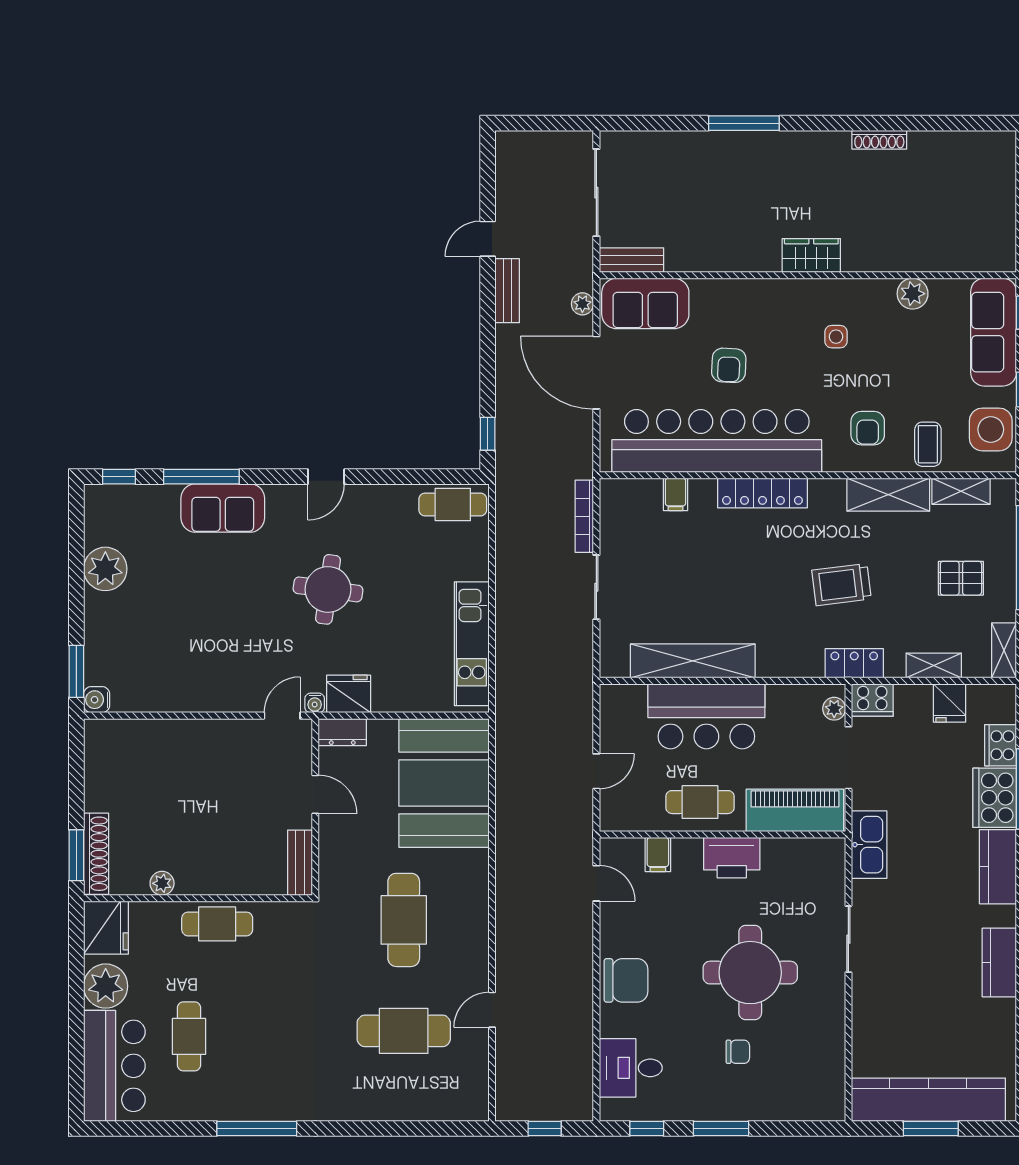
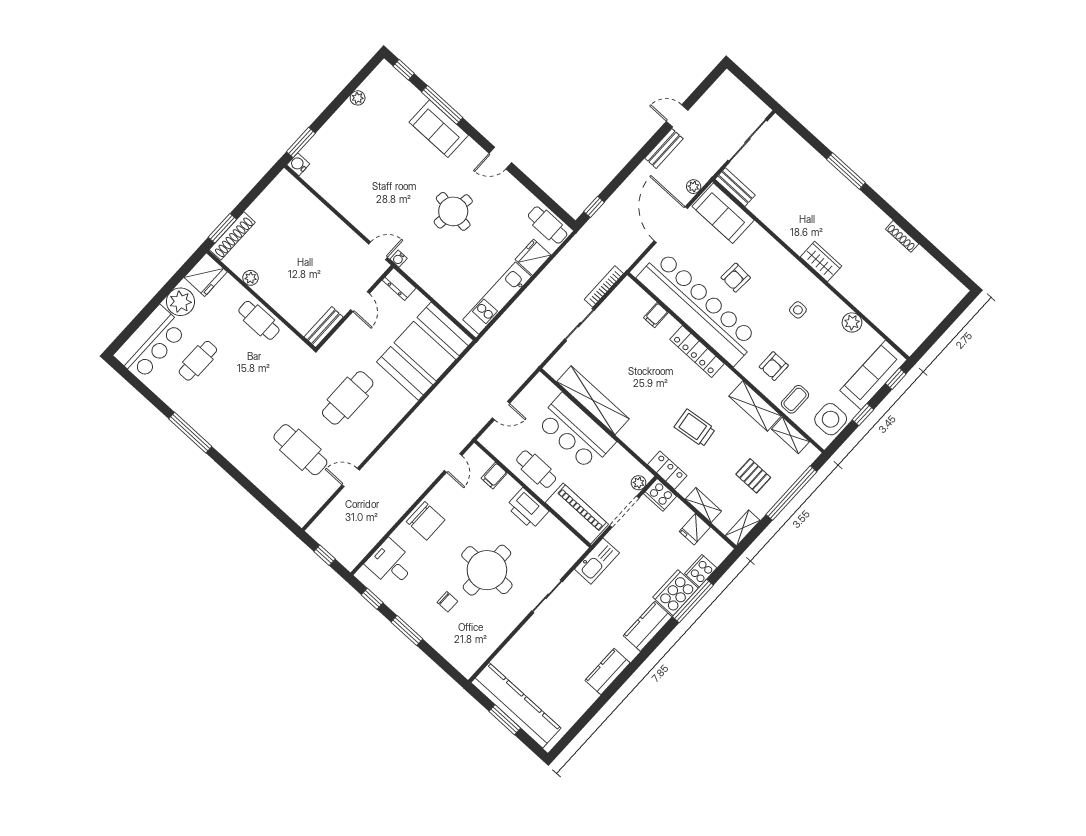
plant: (105, 569) -> (358, 98), width x0.53, depth x0.53
fridge: (349, 694) -> (533, 257), moved, turned -90

